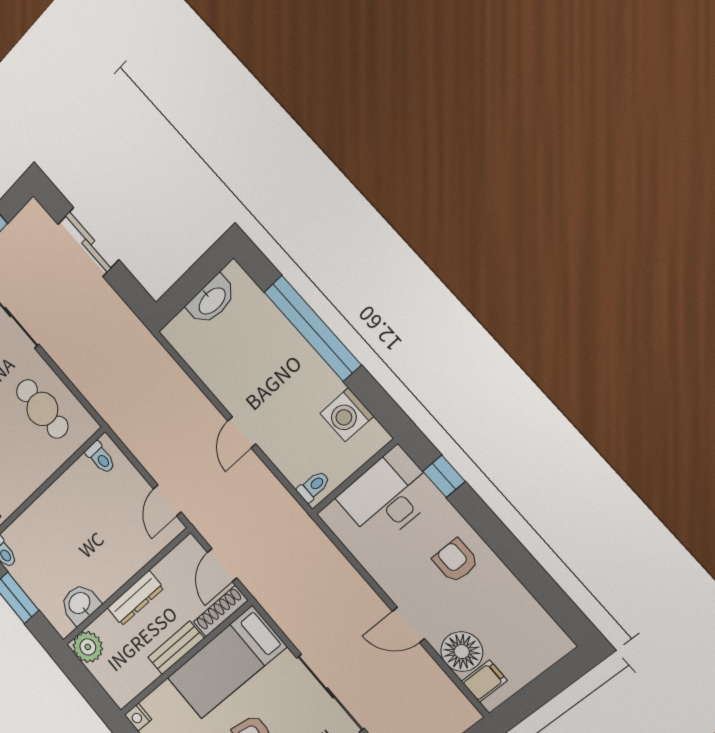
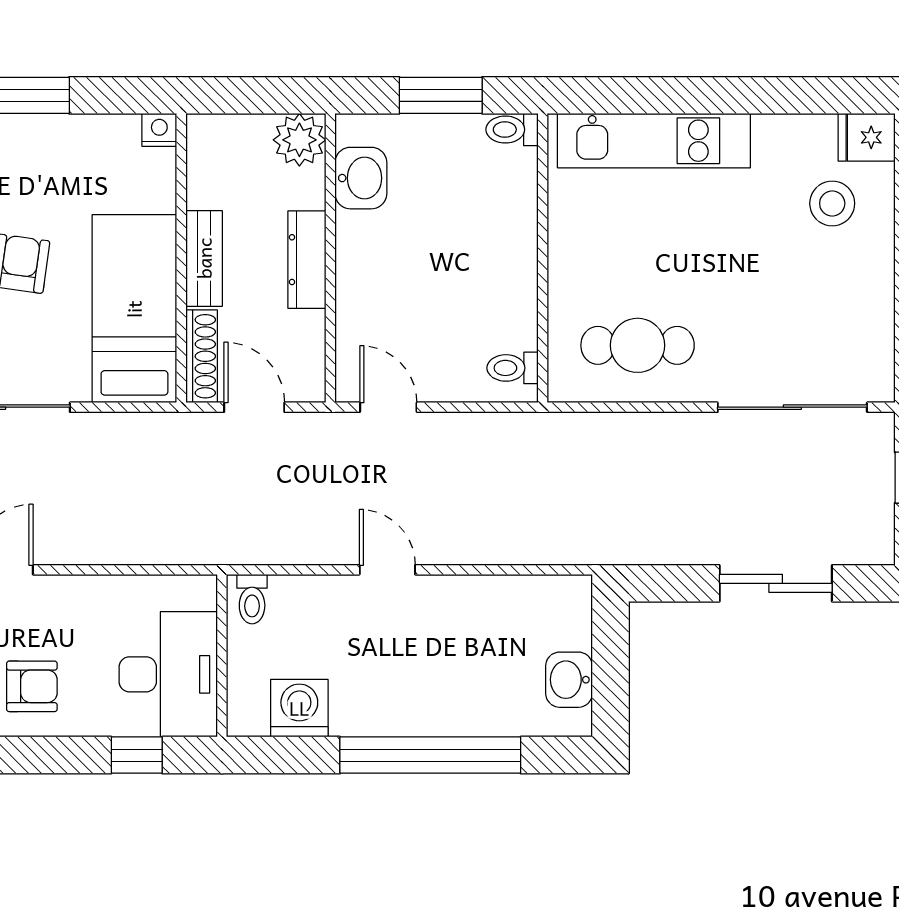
washbasin: (212, 300) -> (569, 680), width x0.72

